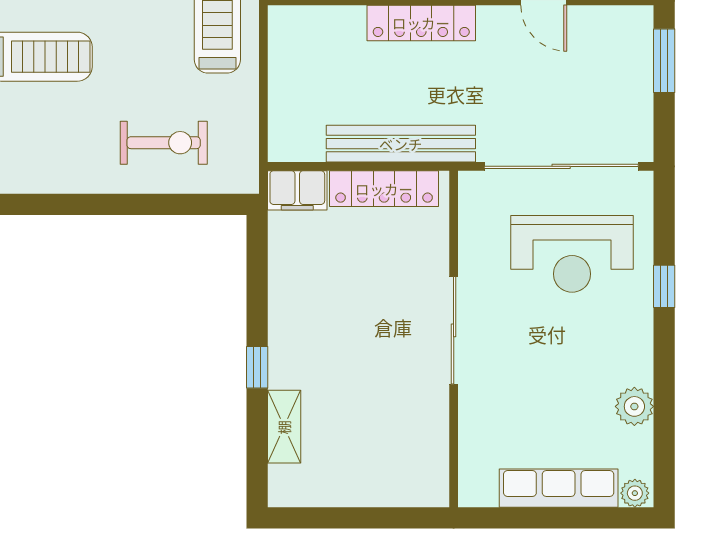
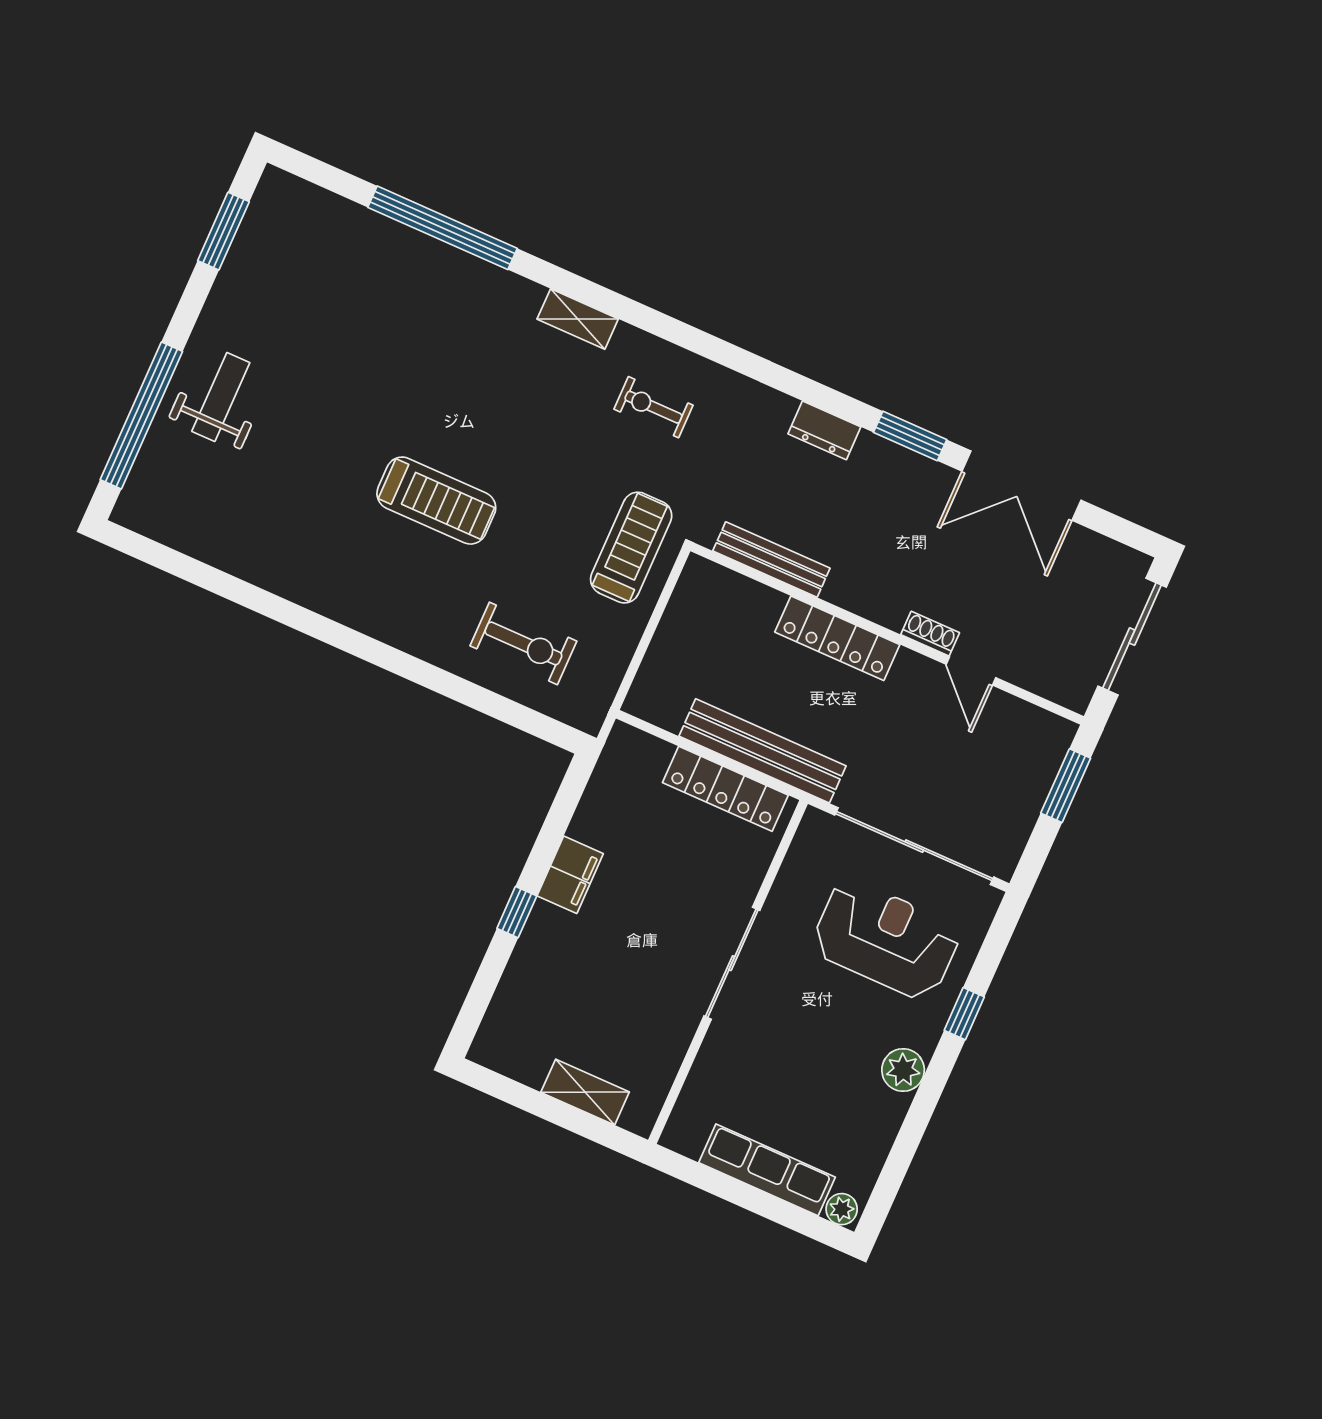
filing cabinet: (297, 190) -> (570, 875), moved, turned -90
reception desk: (572, 254) -> (886, 939), turned 180
plant: (634, 406) -> (903, 1070), moved
shelving: (284, 427) -> (585, 1092), moved, turned 90

